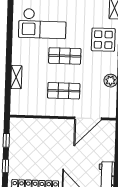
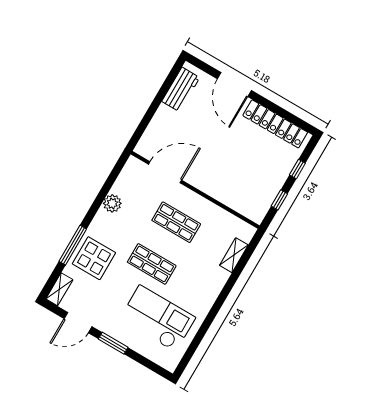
shelving: (16, 77) -> (234, 255), moved

